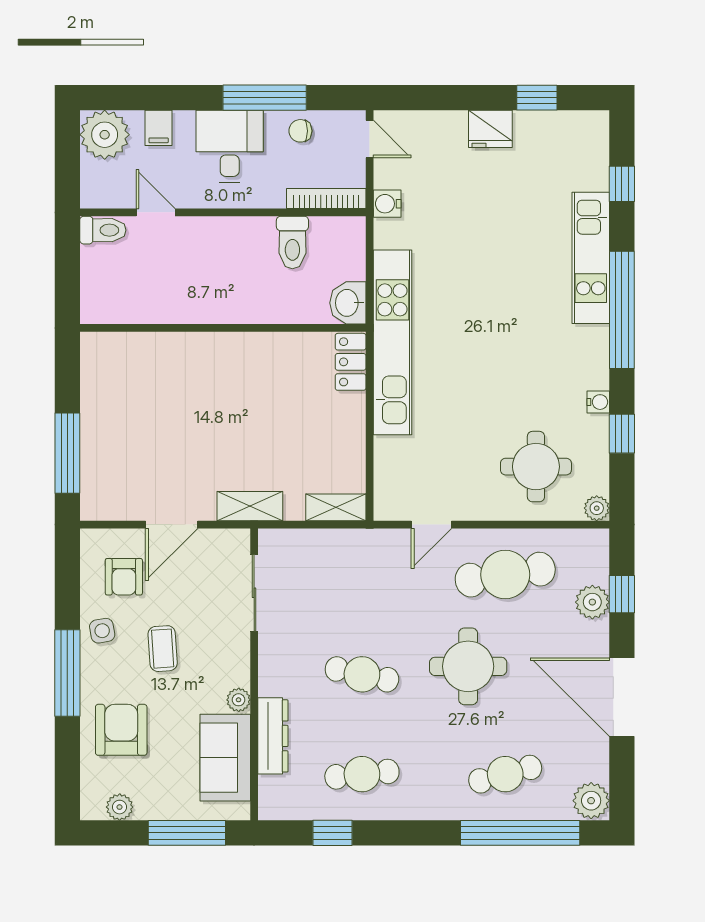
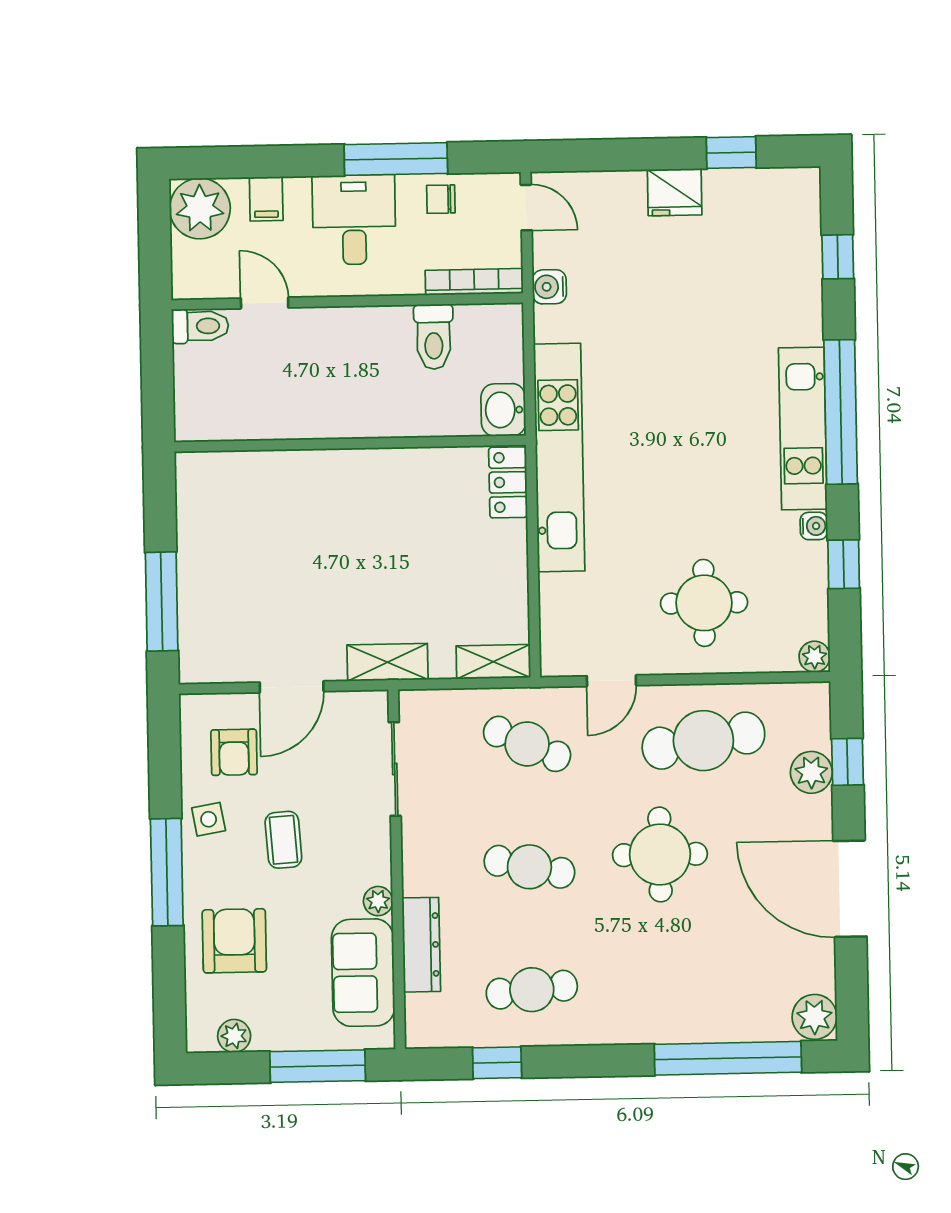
kitchen unit: (591, 258) -> (803, 429), moved
round table: (536, 467) -> (704, 603), moved
cafe table: (505, 774) -> (527, 744), moved, turned 39

